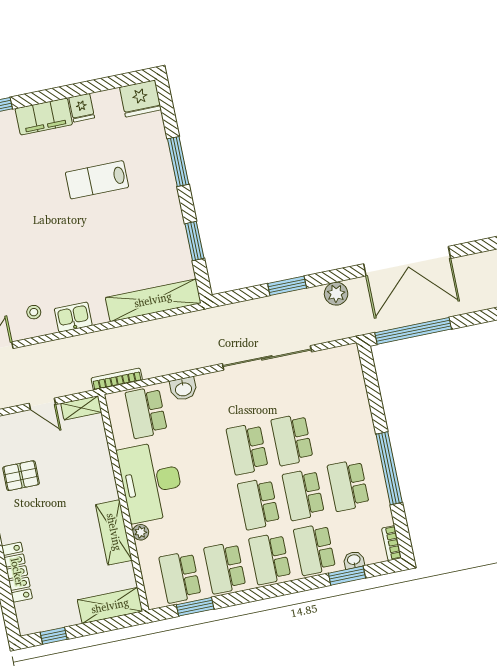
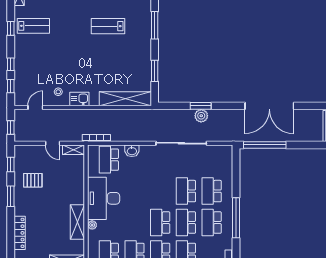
plant: (336, 294) -> (201, 116), moved
school desk: (247, 449) -> (212, 191), moved

